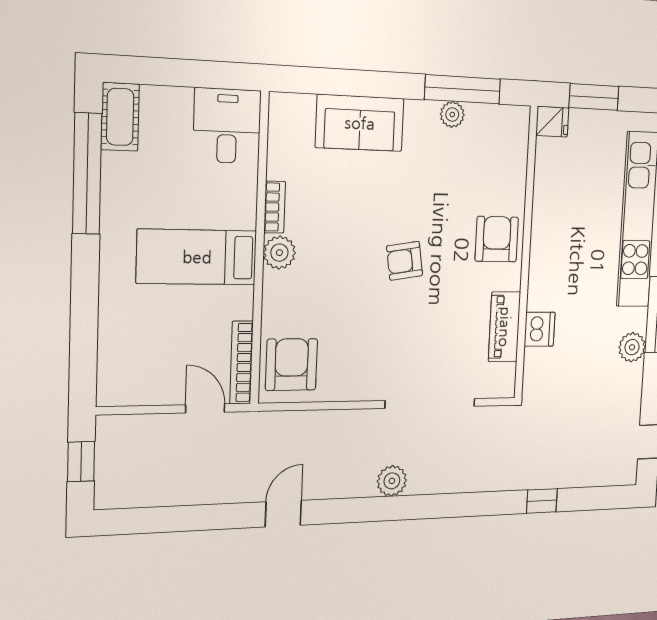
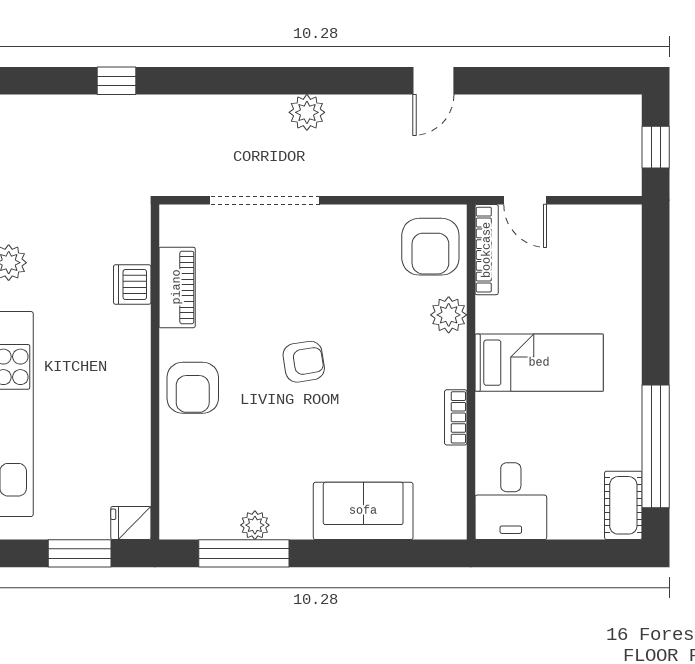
plant: (279, 253) -> (449, 315), moved

